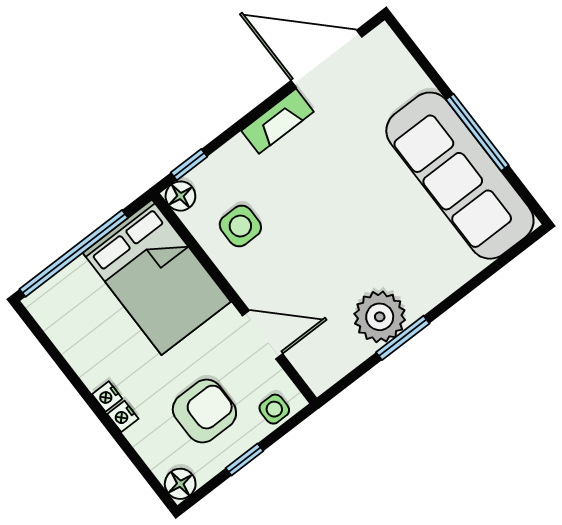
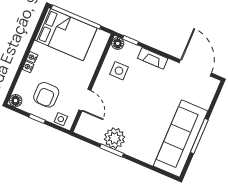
fireplace: (278, 121) -> (153, 58), moved
bed: (157, 277) -> (66, 34), moved, turned -90
armchair: (204, 411) -> (46, 95), turned 90

